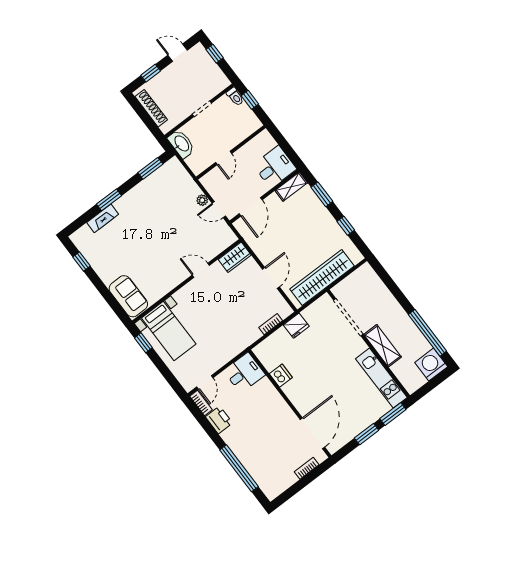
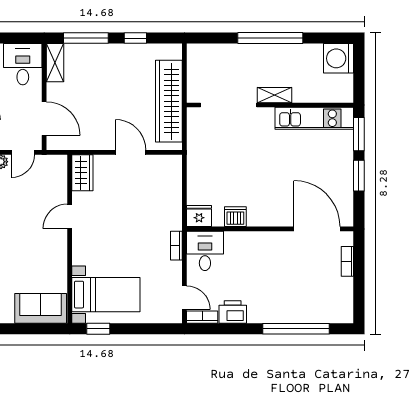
window: (322, 194) -> (86, 38), width x1.44
bookcase: (271, 324) -> (176, 246), moved
fridge: (296, 326) -> (199, 216), moved, turned -90
window: (427, 333) -> (270, 38), moved
shelving: (383, 346) -> (274, 95), width x0.67, depth x0.75

